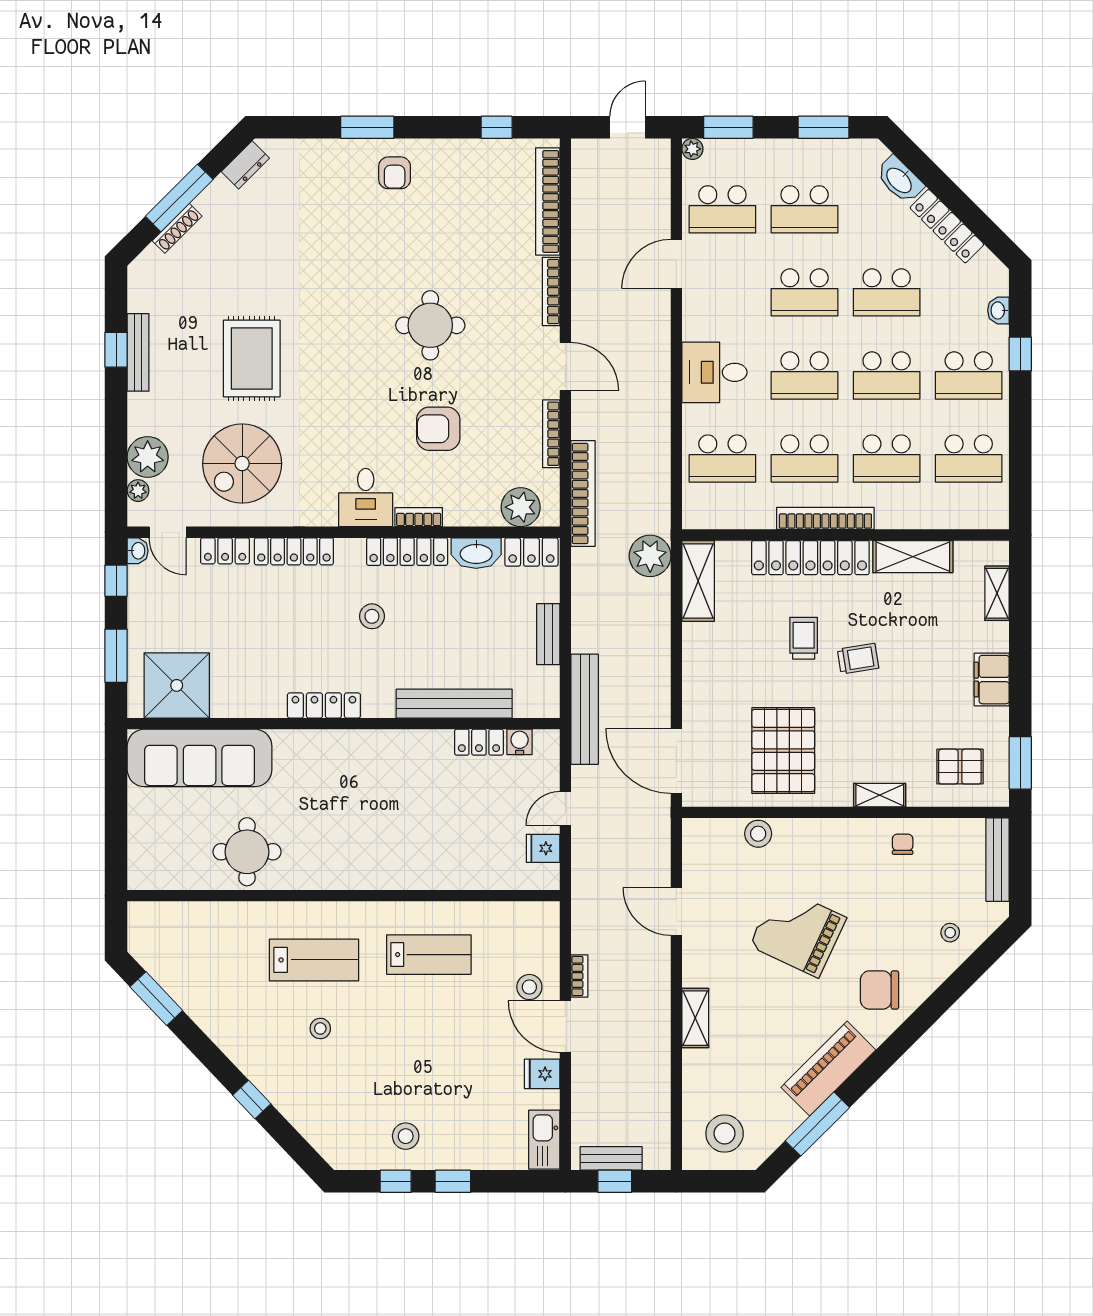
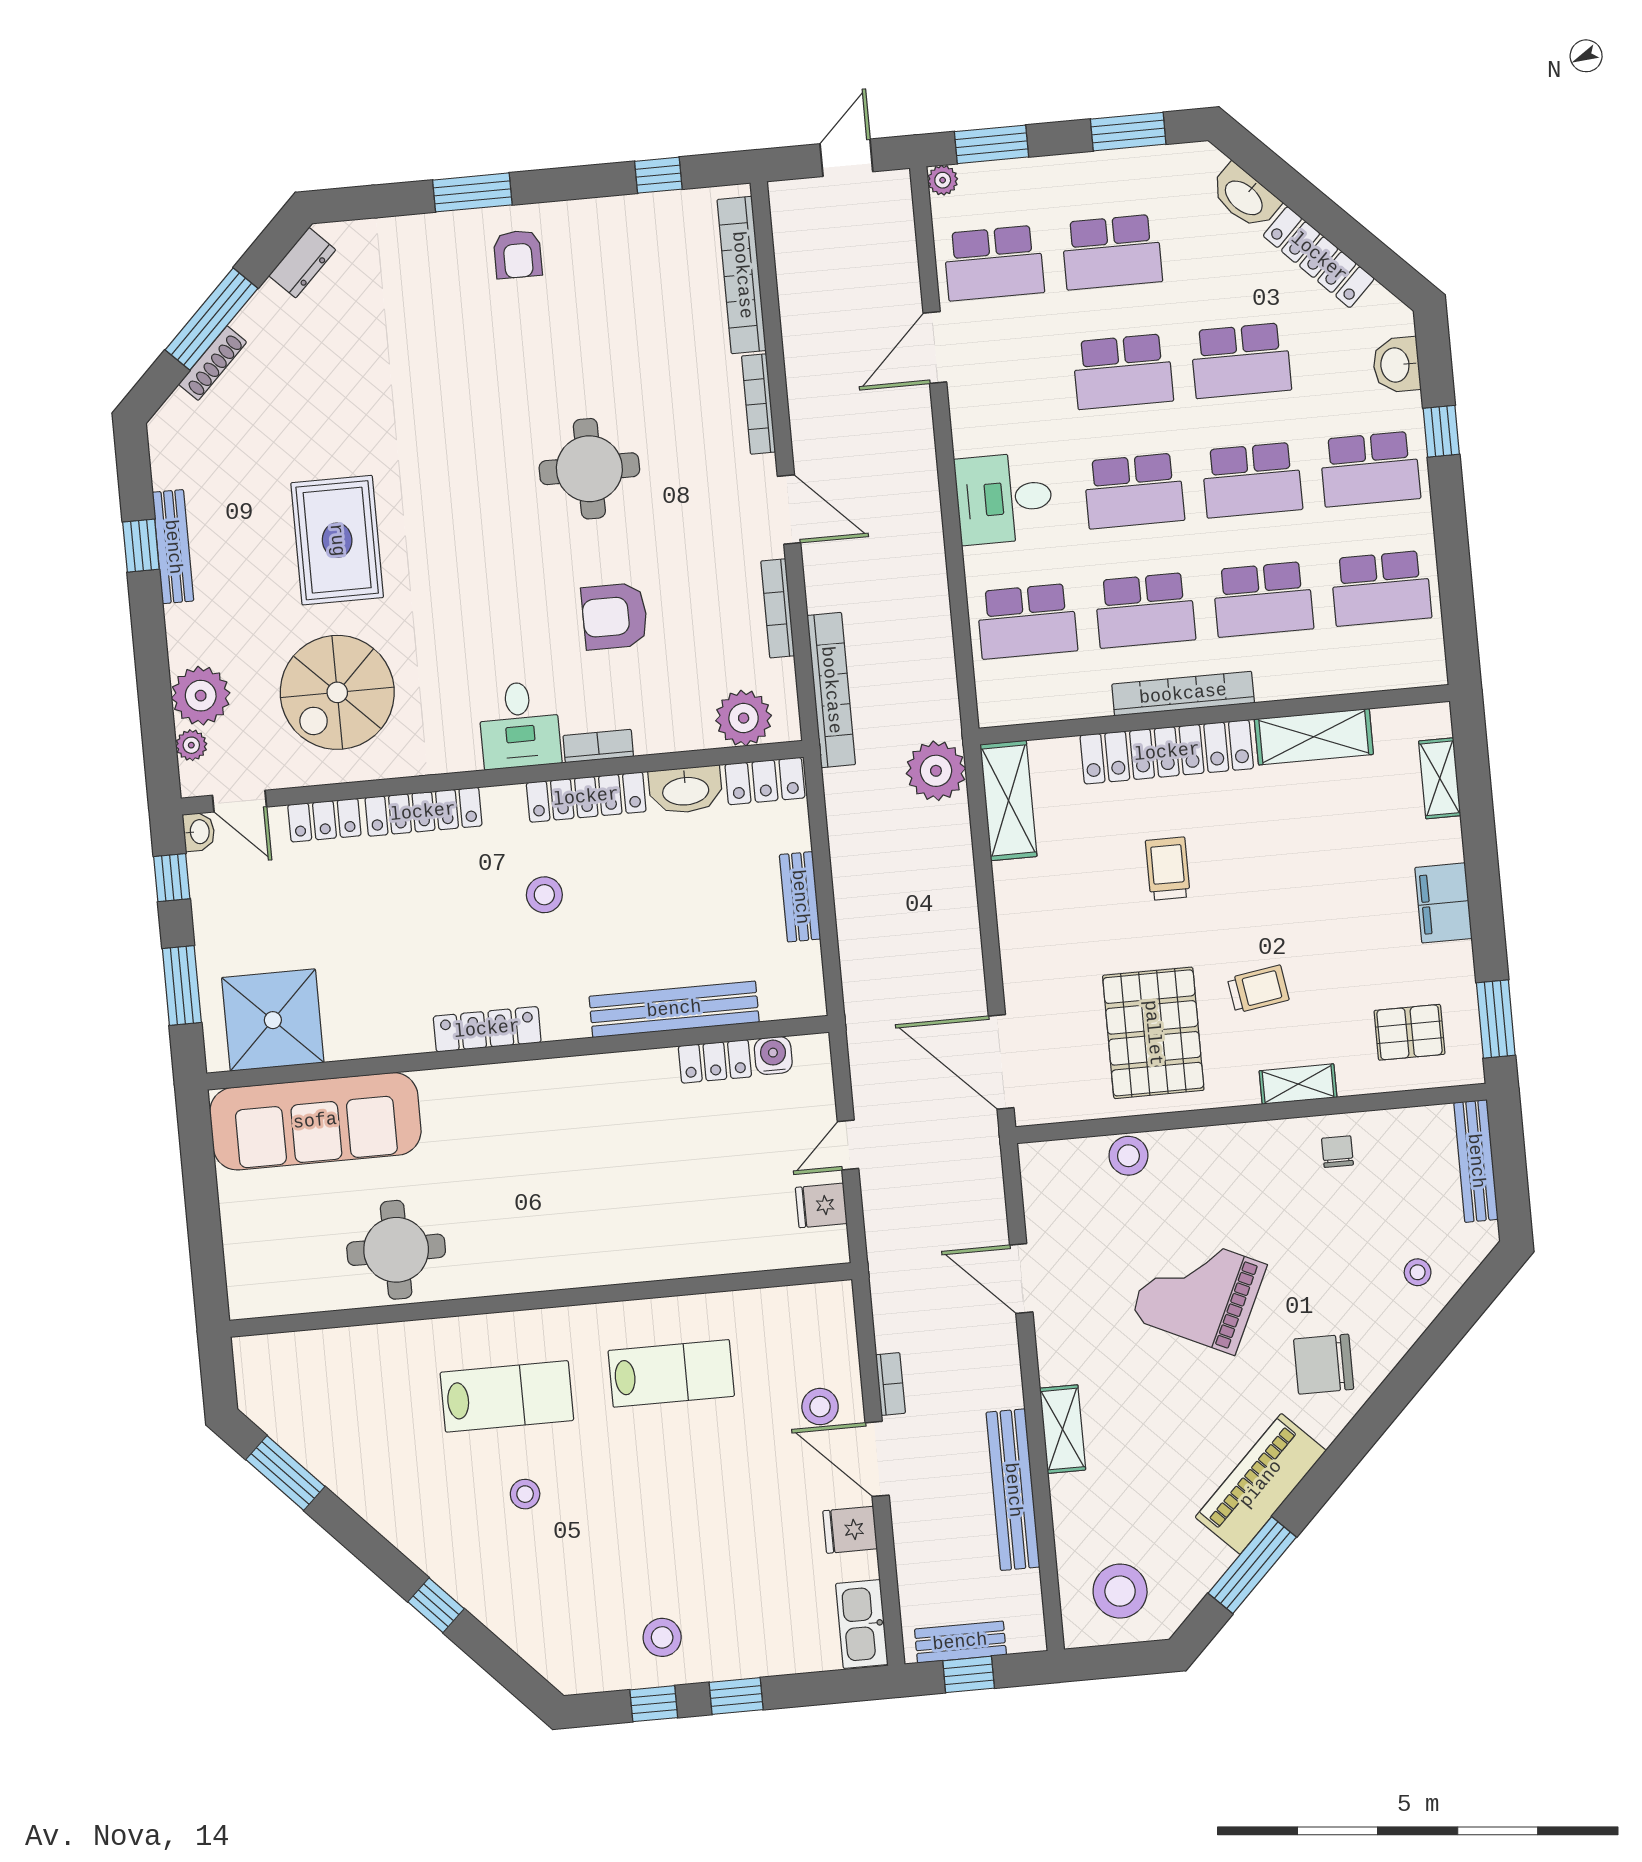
washbasin: (998, 310) -> (1396, 365), width x1.38, depth x1.45
trolley: (858, 659) -> (1258, 989), moved
bench: (585, 709) -> (1013, 1490), moved

